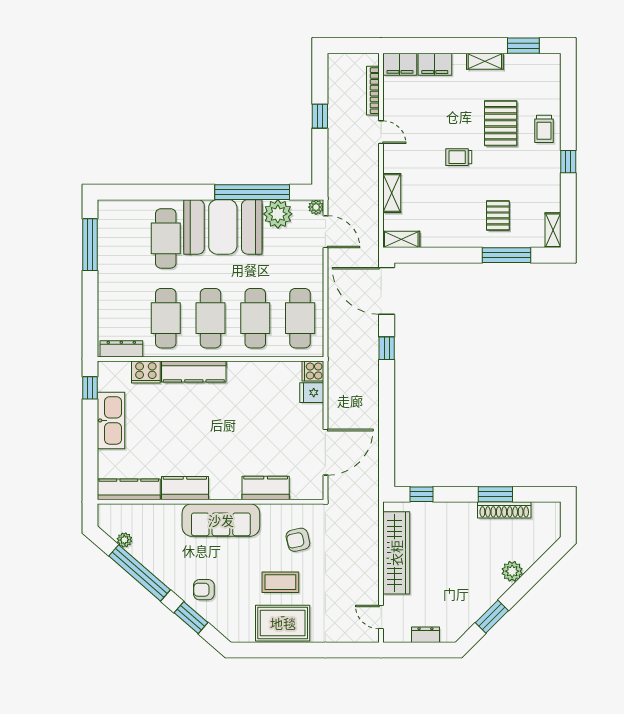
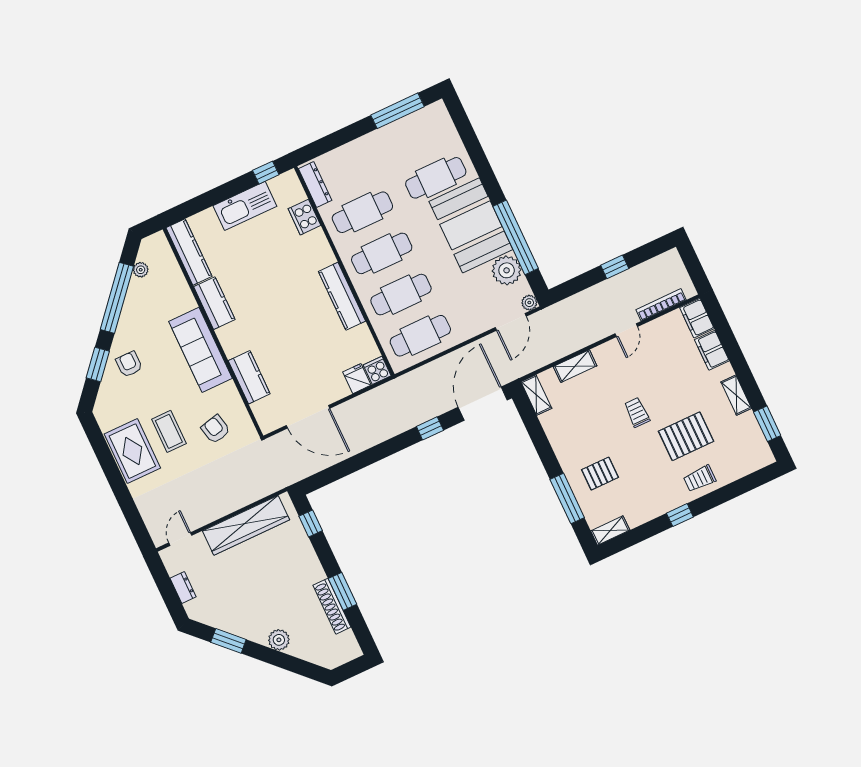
kitchen counter: (194, 372) -> (342, 296), moved

